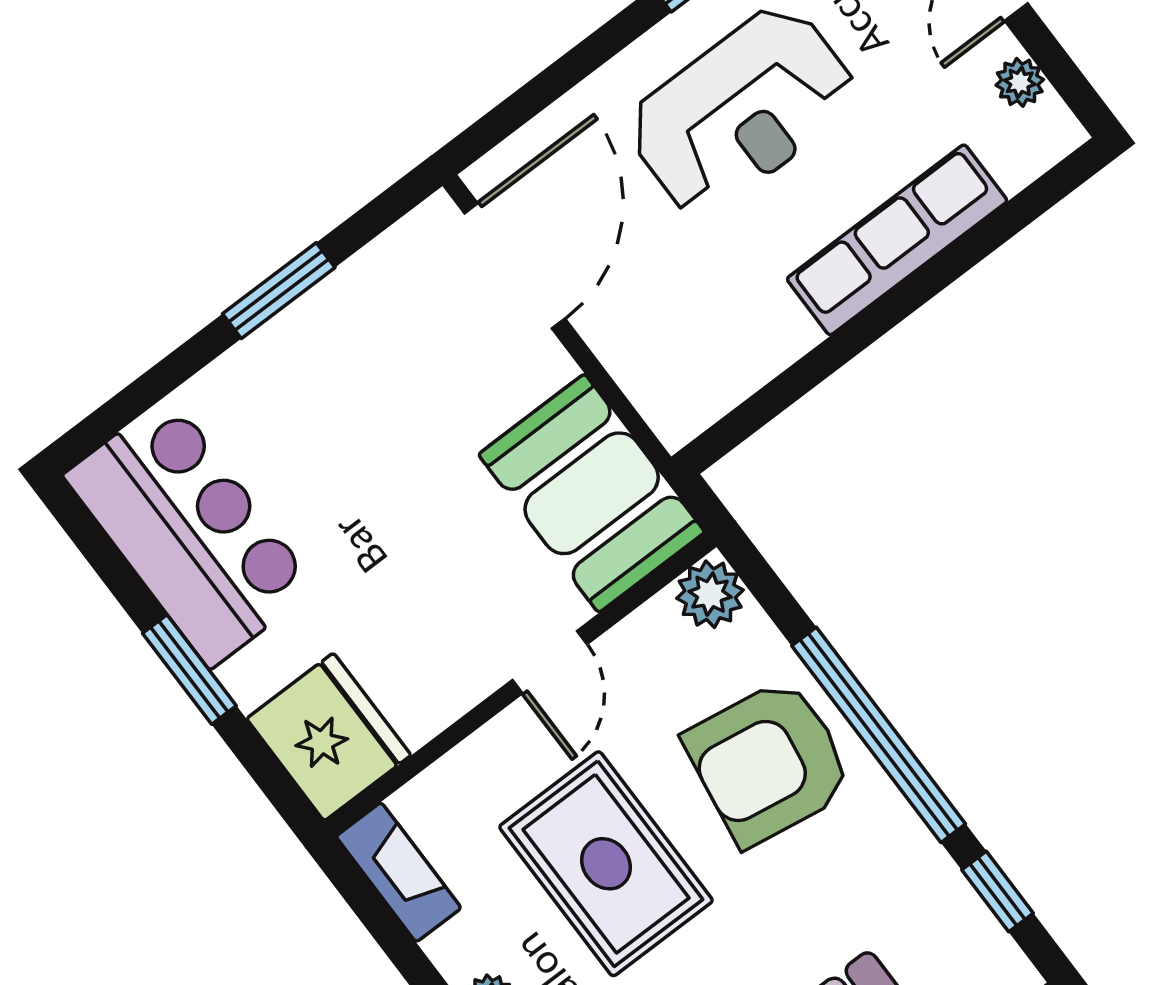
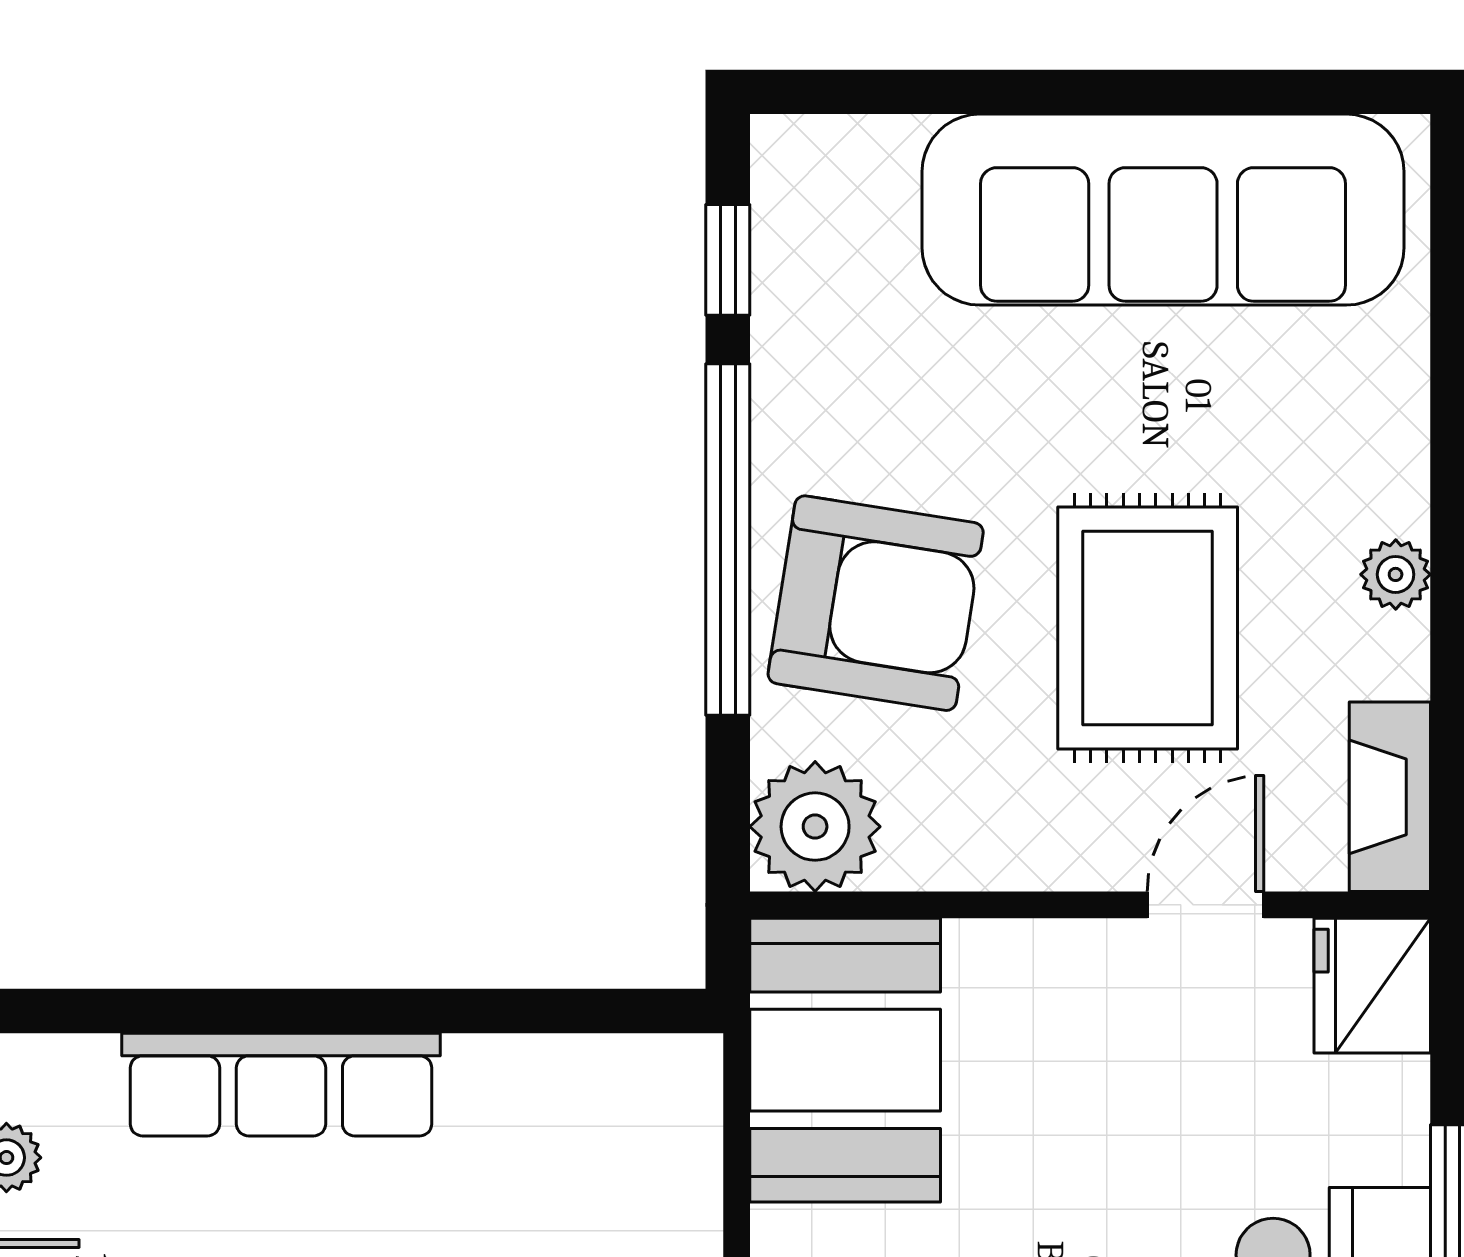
plant: (710, 594) -> (815, 827), width x1.36, depth x1.36
door: (550, 662) -> (1206, 905), moved
fridge: (329, 737) -> (1372, 986), width x0.73, depth x0.75

